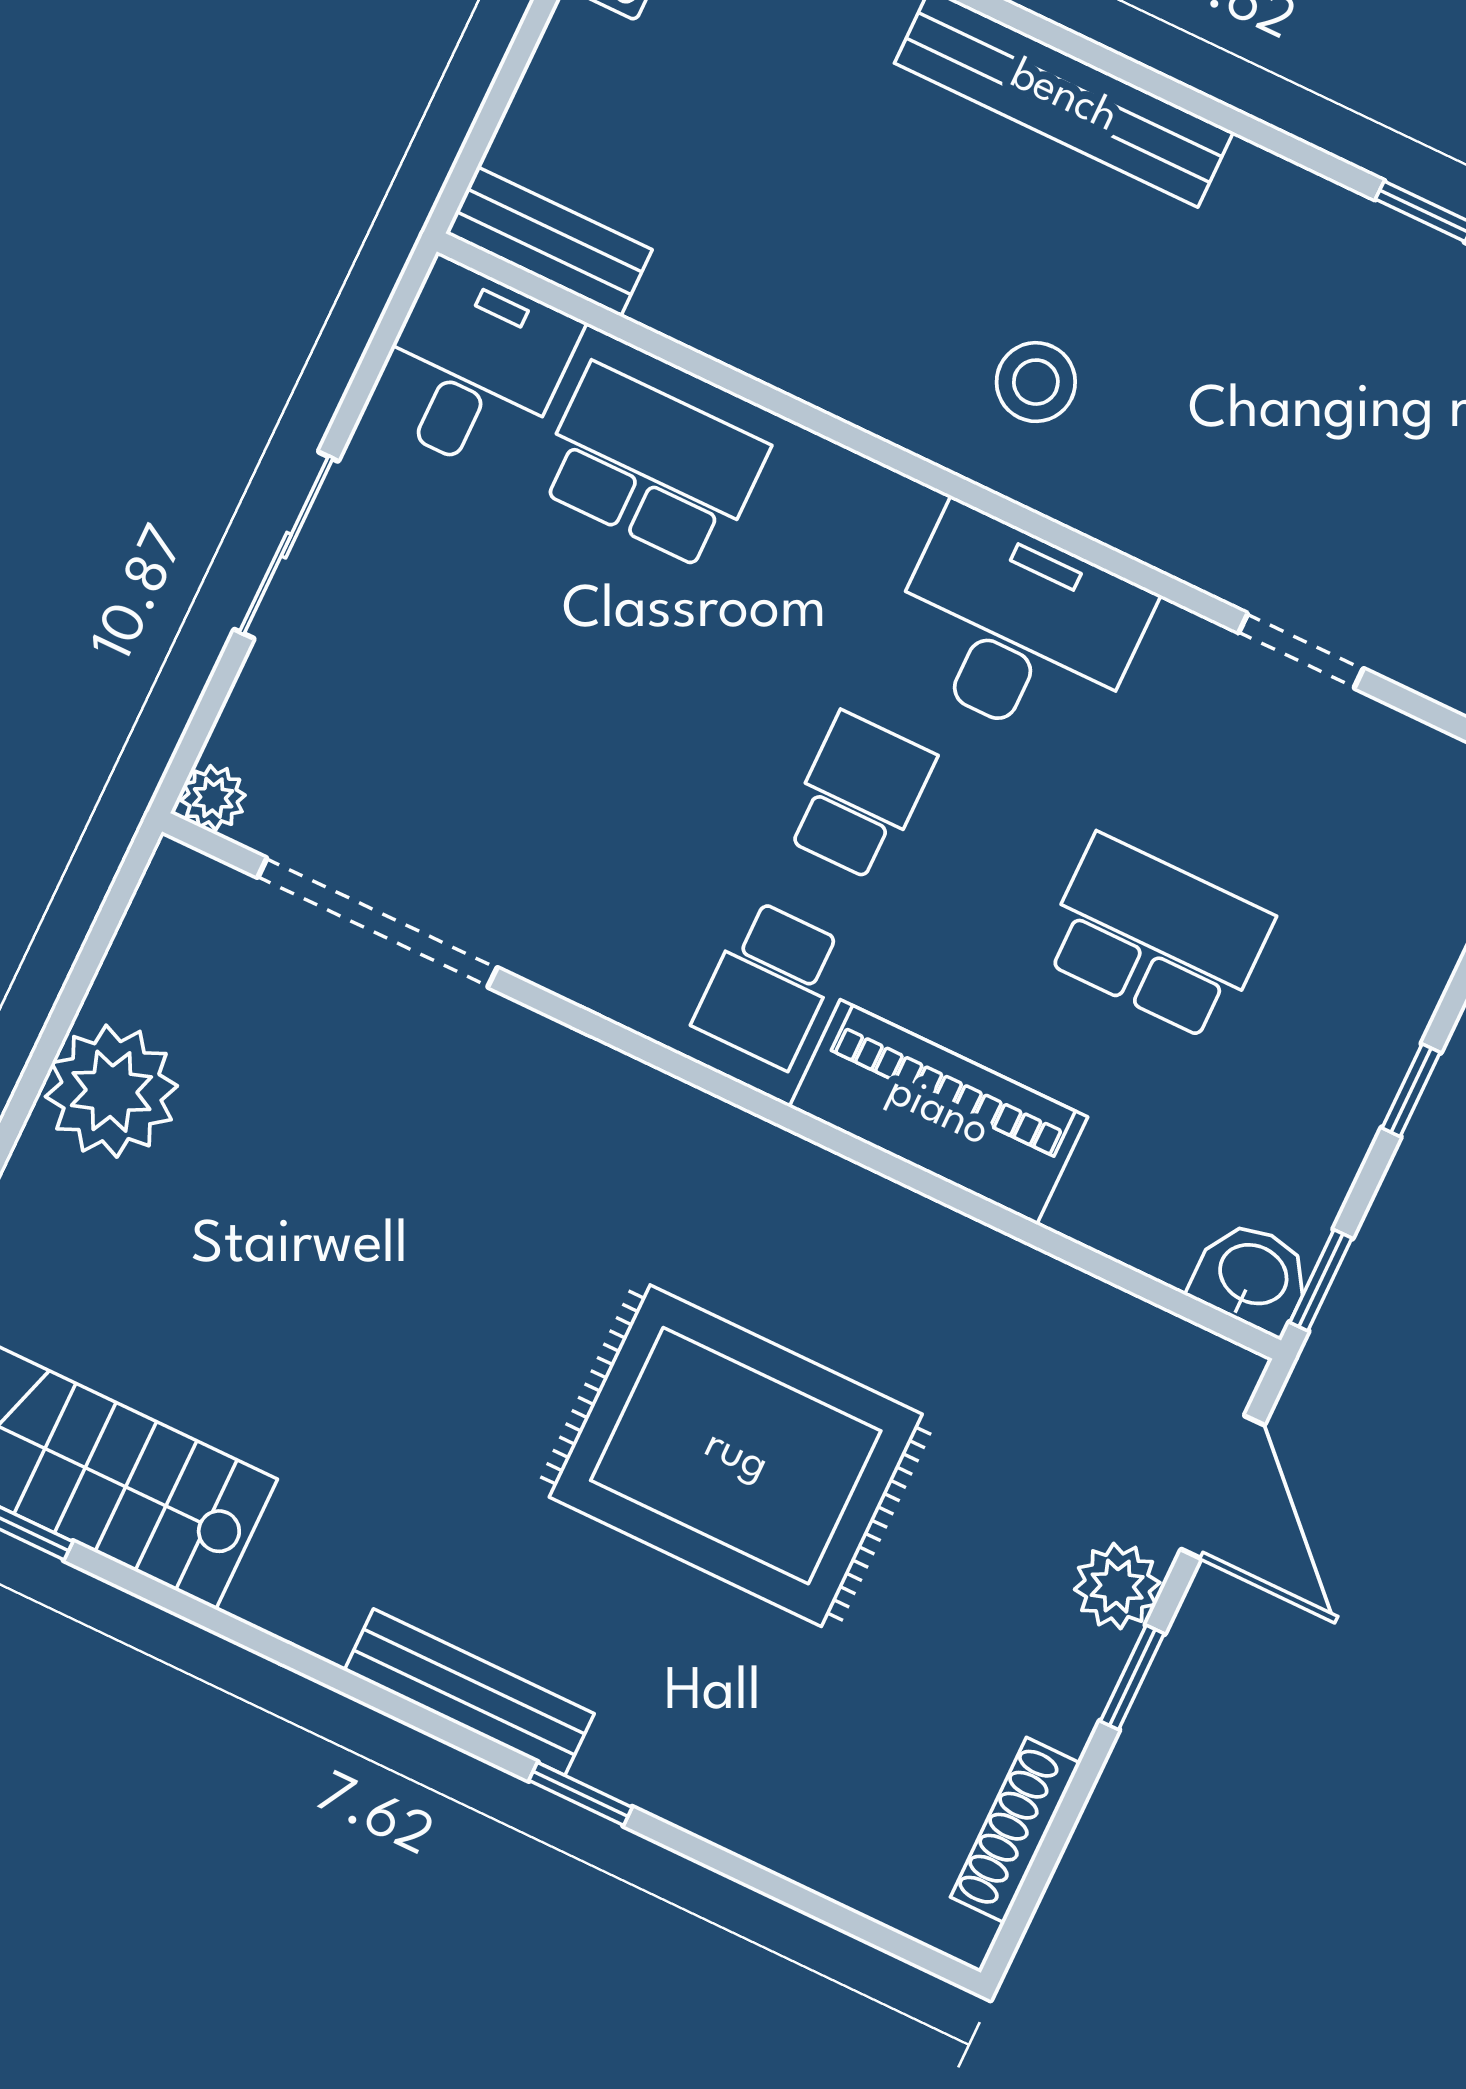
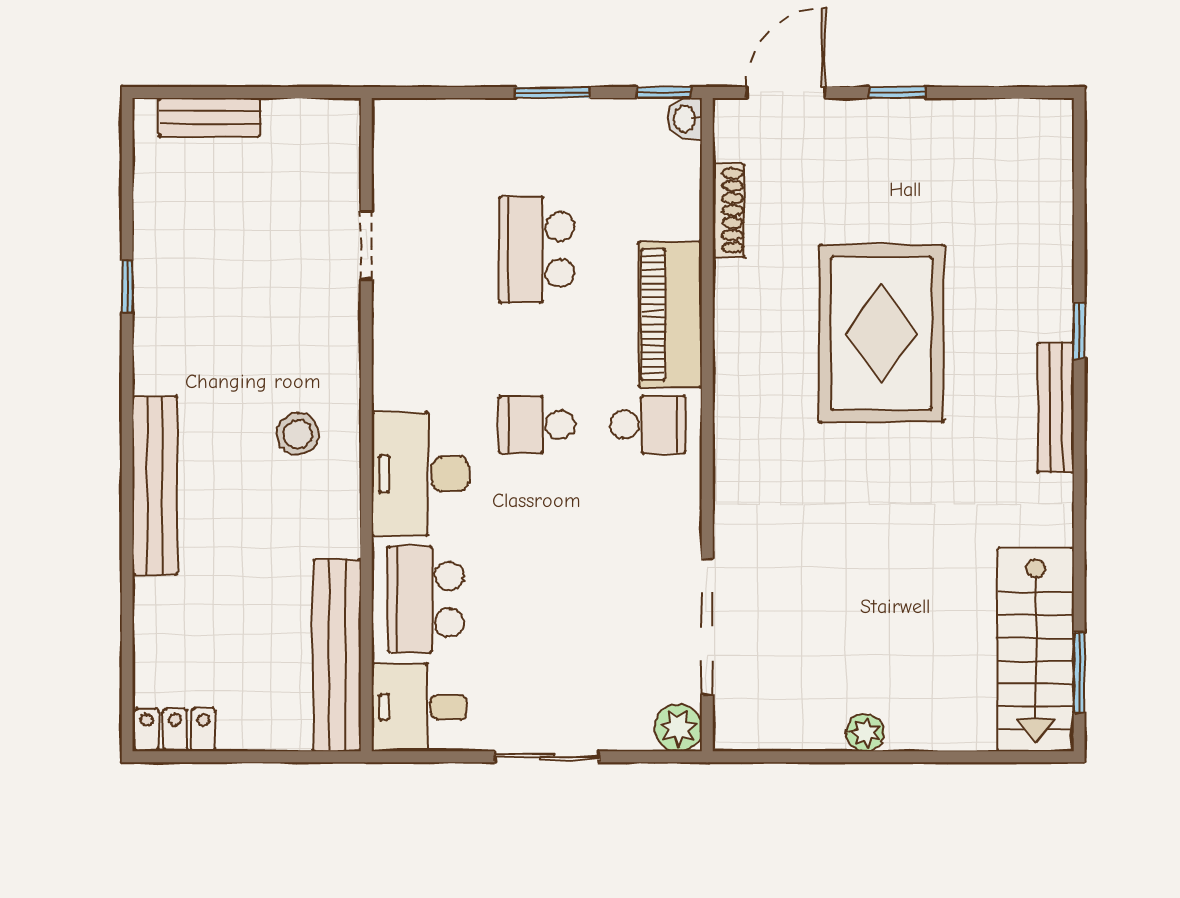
bench: (549, 242) -> (337, 655), width x1.86, depth x1.21
desk: (1017, 628) -> (420, 474), moved
plant: (213, 798) -> (678, 728), width x1.38, depth x1.38
window: (1411, 1090) -> (552, 93), width x1.50
plant: (111, 1091) -> (865, 733), width x0.53, depth x0.53
washbasin: (1252, 1277) -> (685, 118), width x0.72, depth x0.69
plant: (1117, 1586) -> (857, 121), removed
shoe rack: (1015, 1830) -> (729, 210), moved, turned -90

